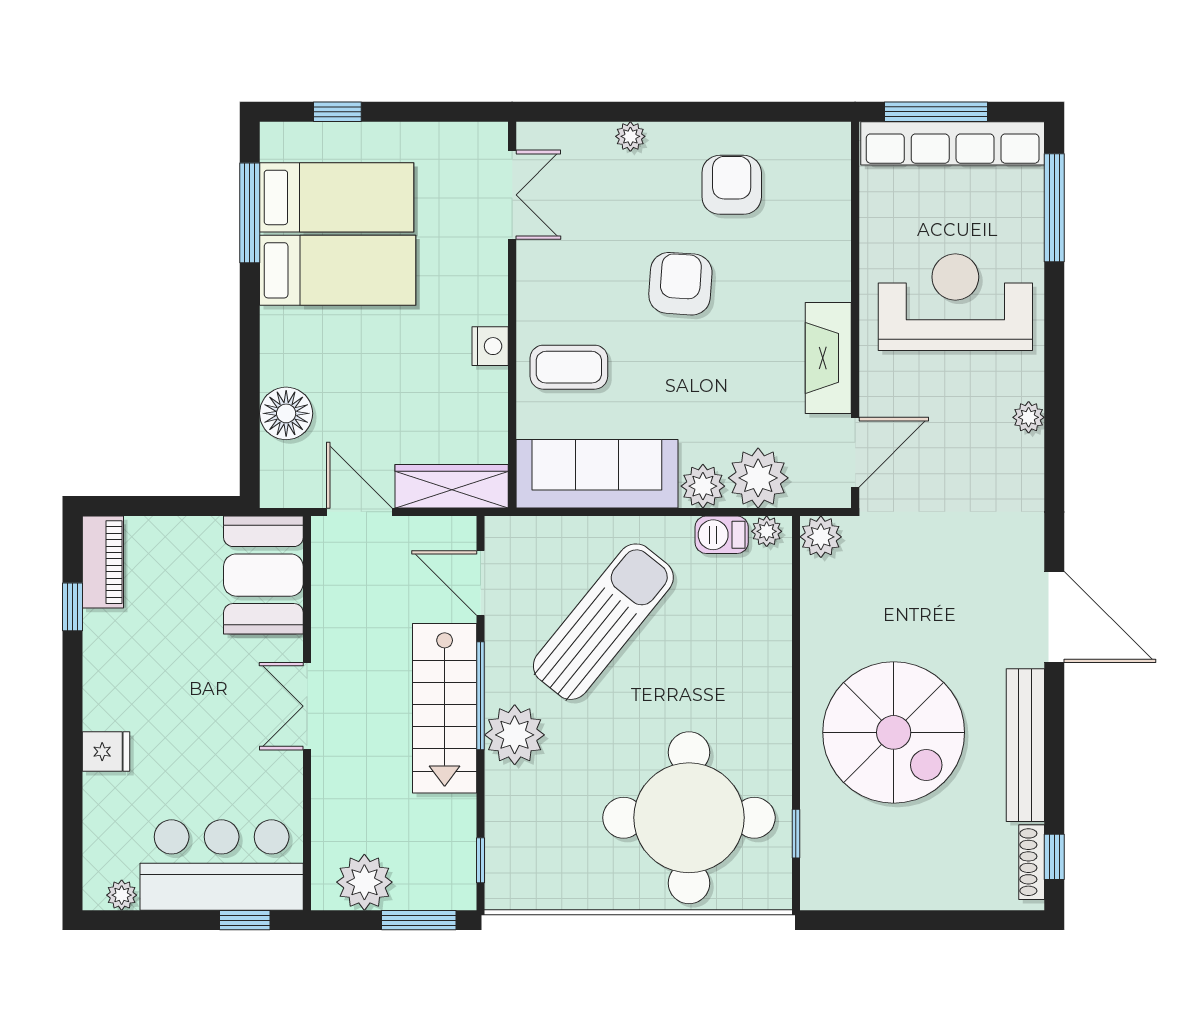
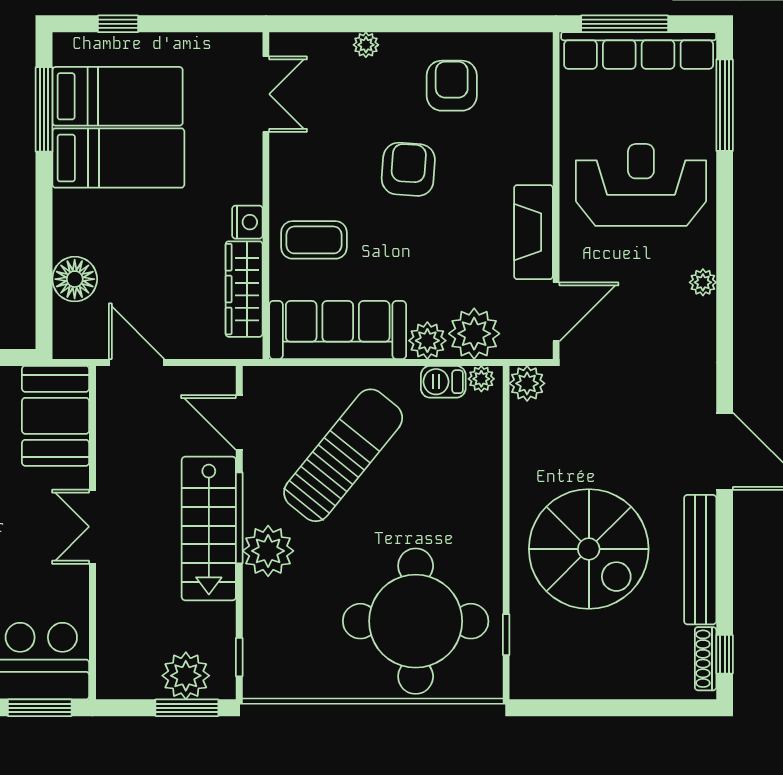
wardrobe: (452, 486) -> (244, 289), moved, turned -90
plant: (364, 882) -> (186, 676), moved
window: (245, 920) -> (40, 708), width x1.50

